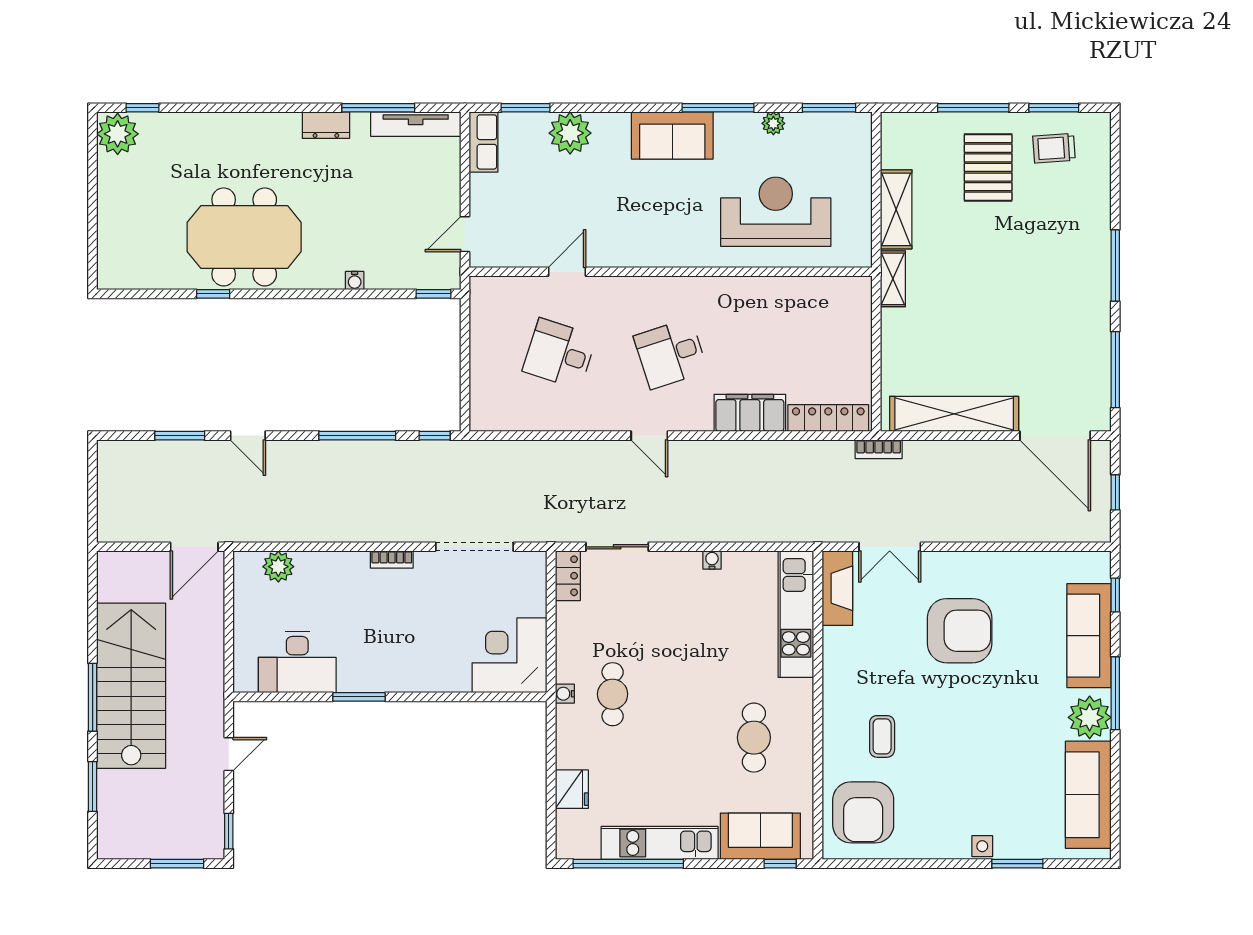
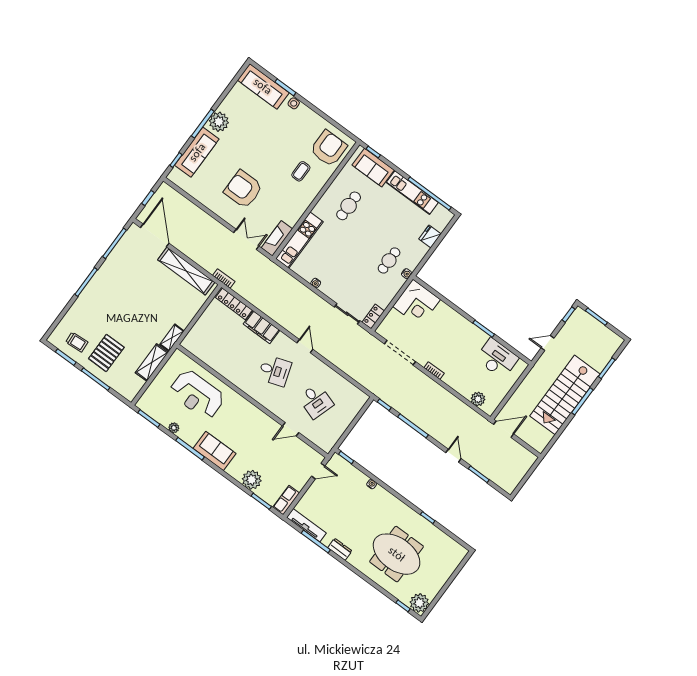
meeting table: (244, 237) -> (397, 554), moved
sofa: (1088, 795) -> (263, 86), moved, turned 90

